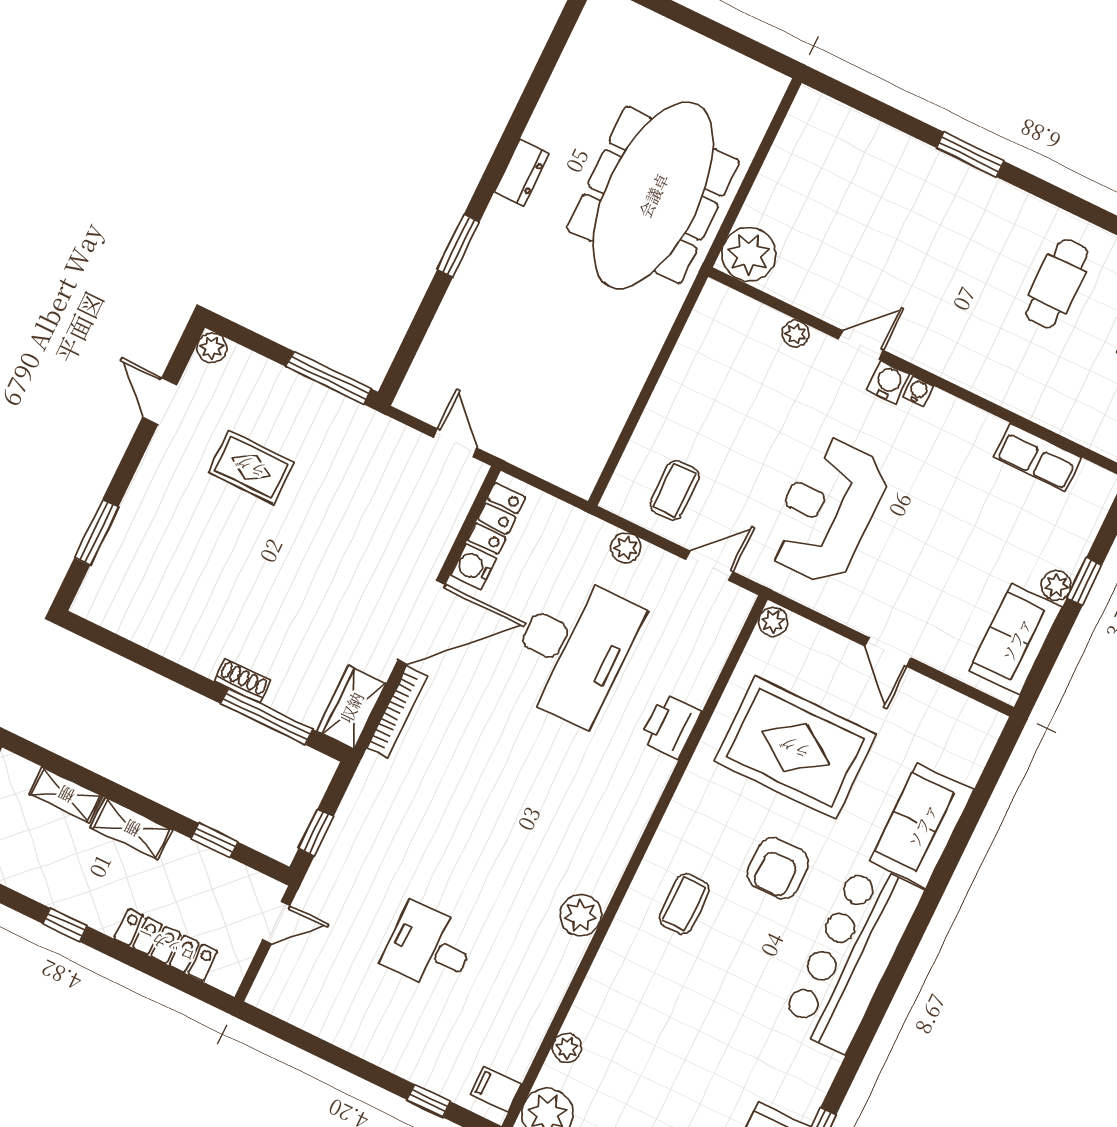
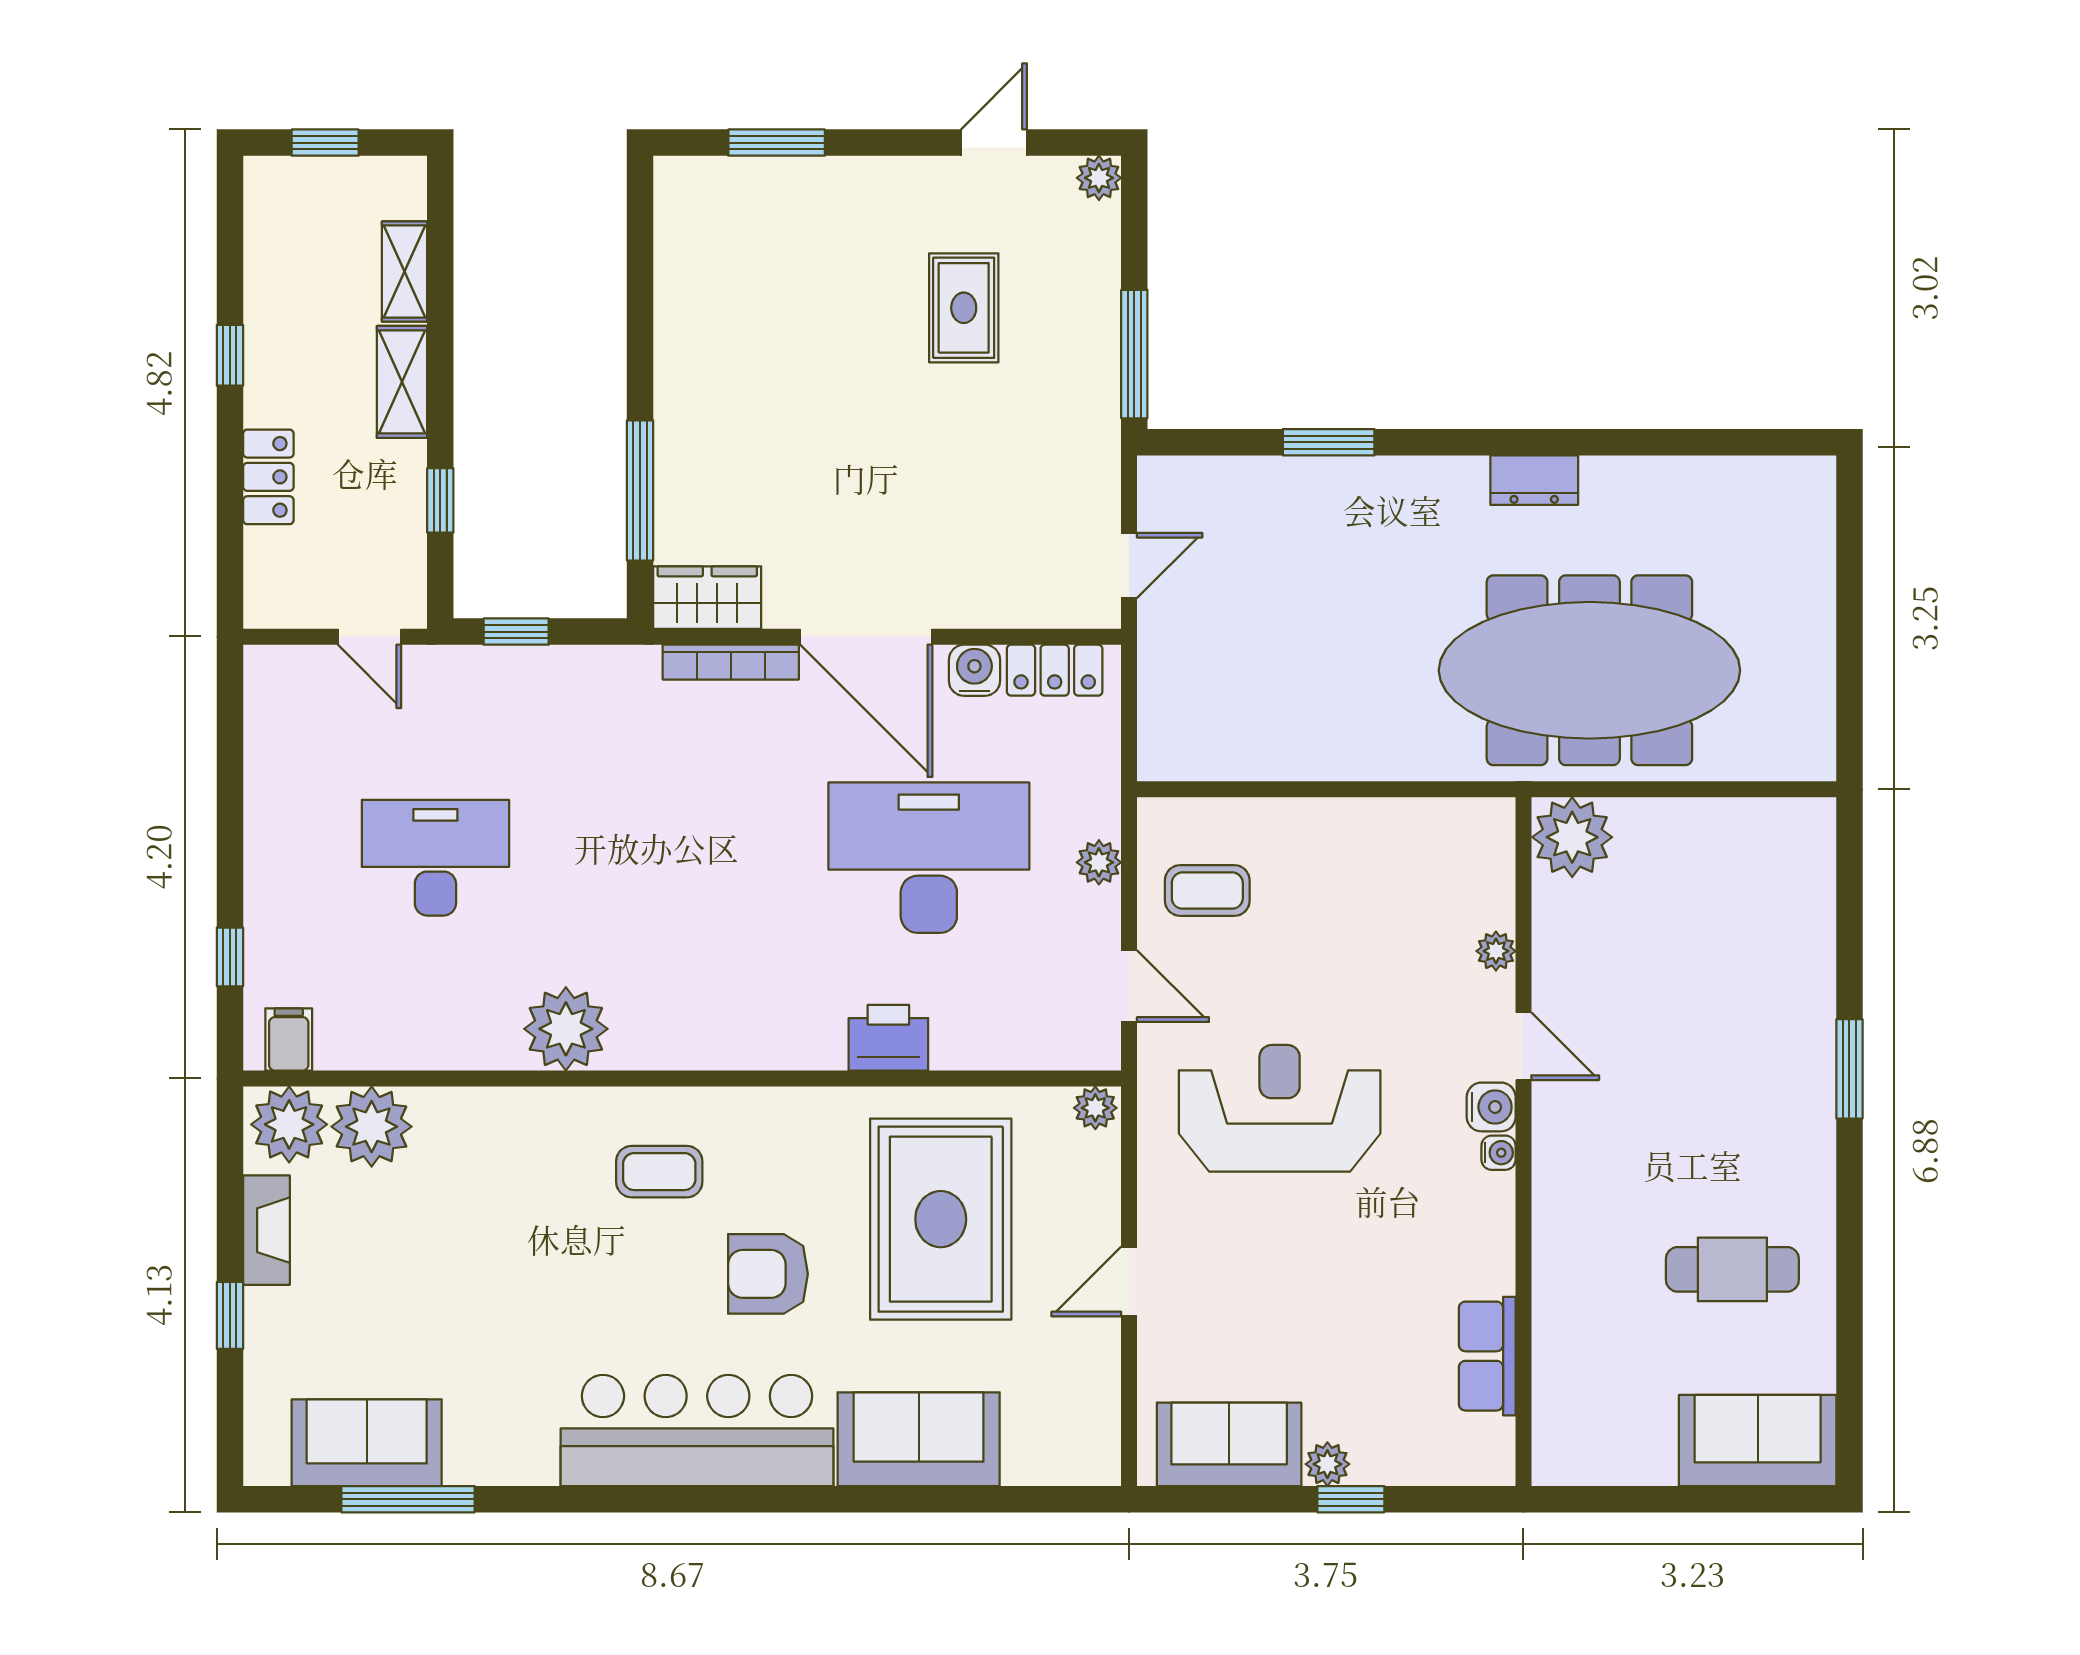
window: (458, 246) -> (1329, 442), moved
desk: (573, 649) -> (929, 858), turned 180
shoe rack: (242, 681) -> (672, 435), removed
plant: (581, 915) -> (566, 1029), width x1.36, depth x1.36
locker: (166, 945) -> (268, 477), width x0.66
desk: (429, 948) -> (435, 858), width x1.37
plant: (567, 1048) -> (372, 1127), width x1.87, depth x1.87

